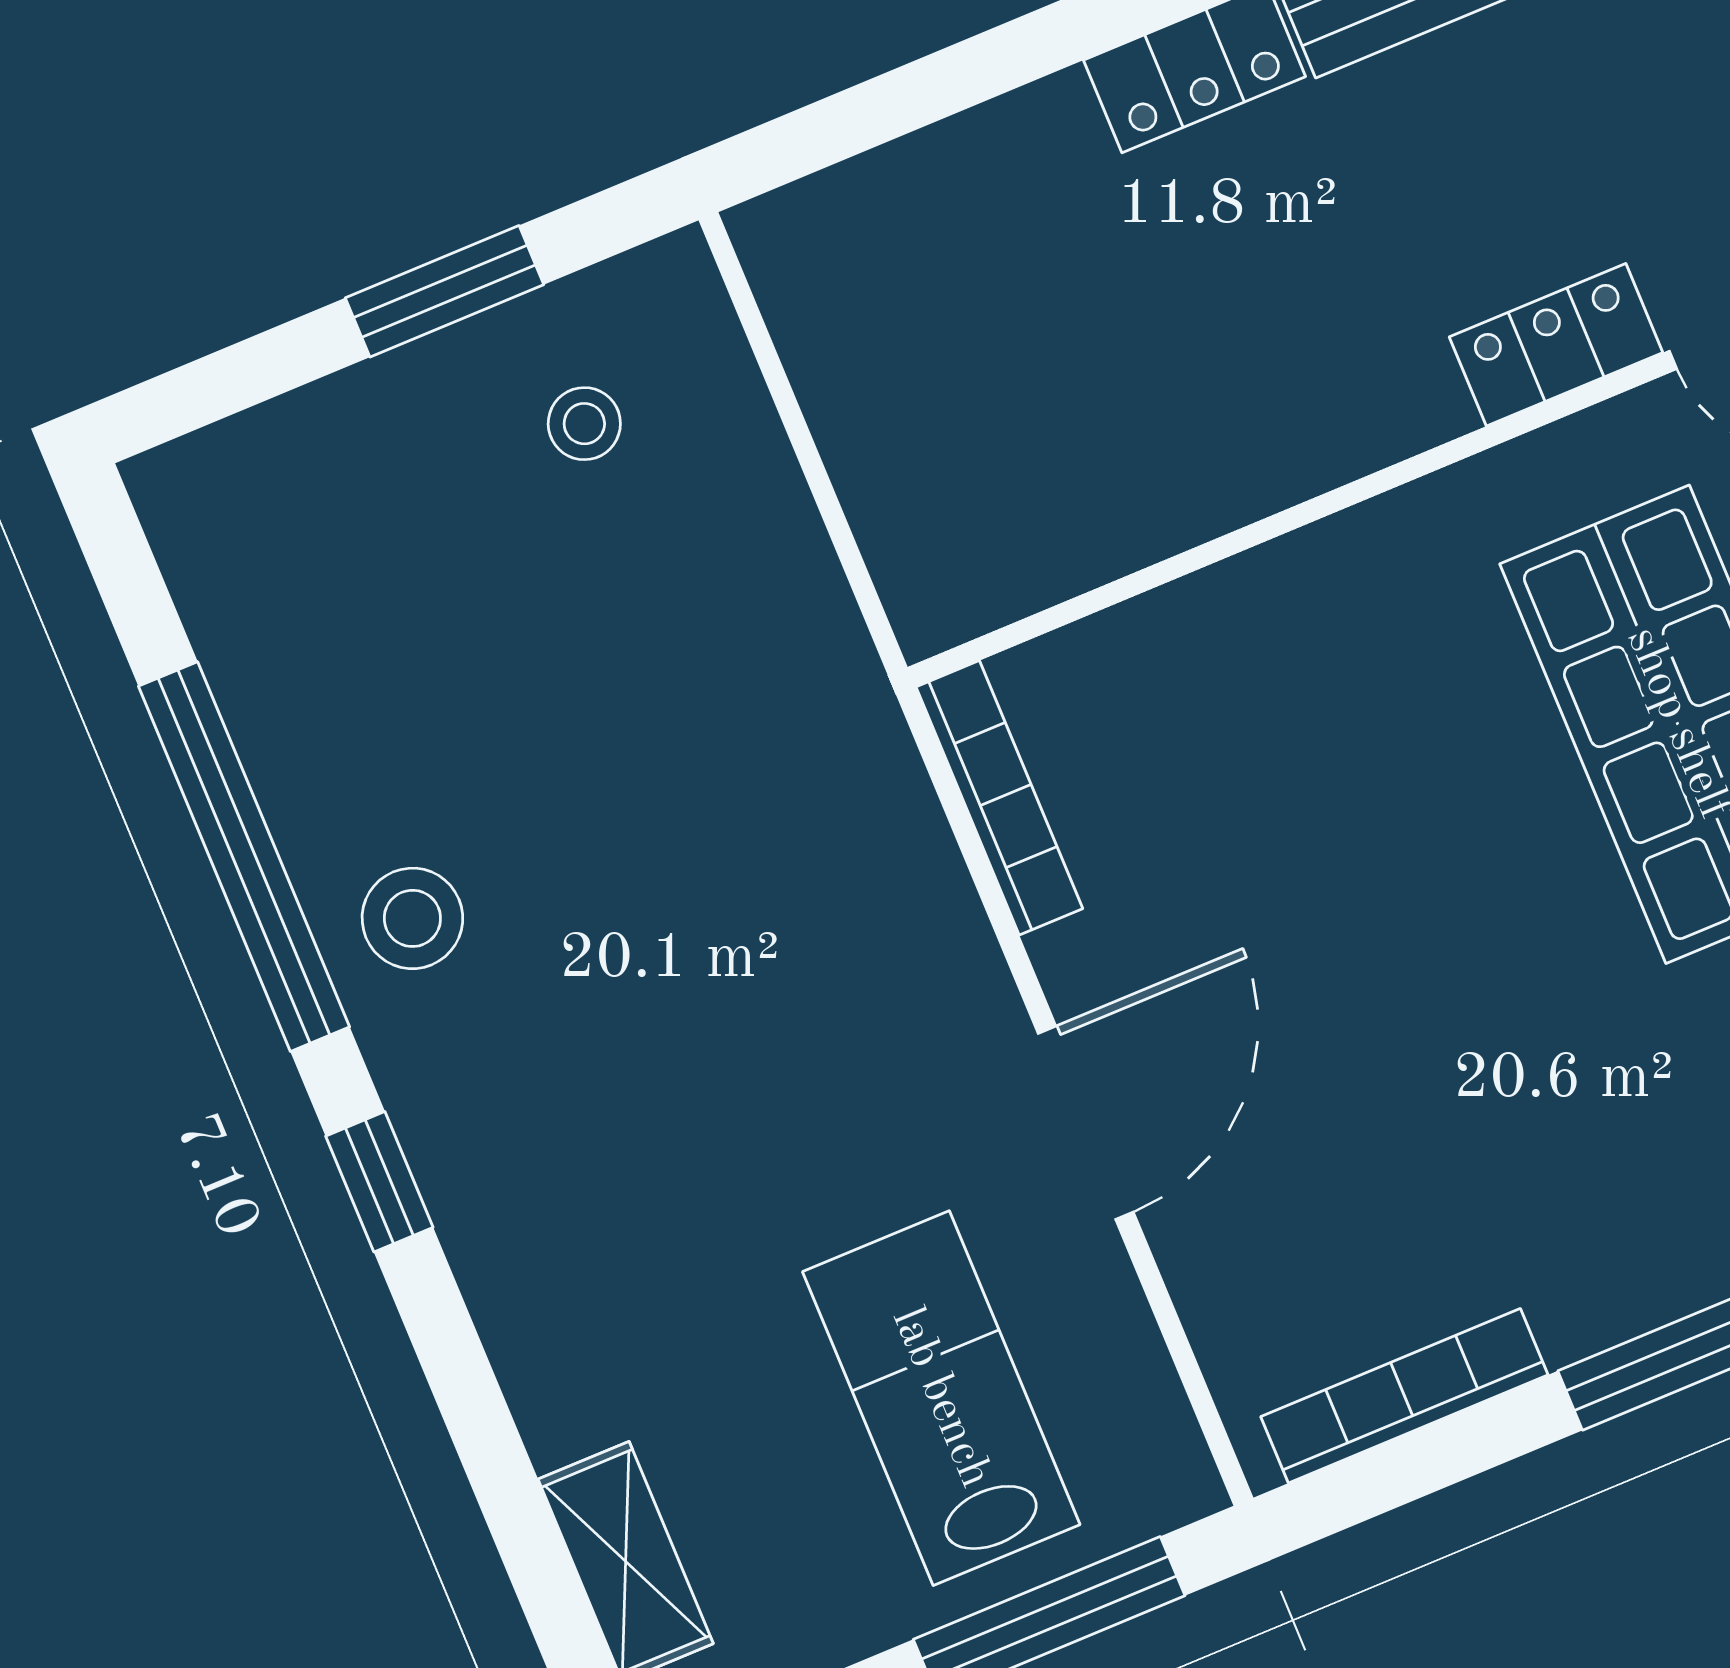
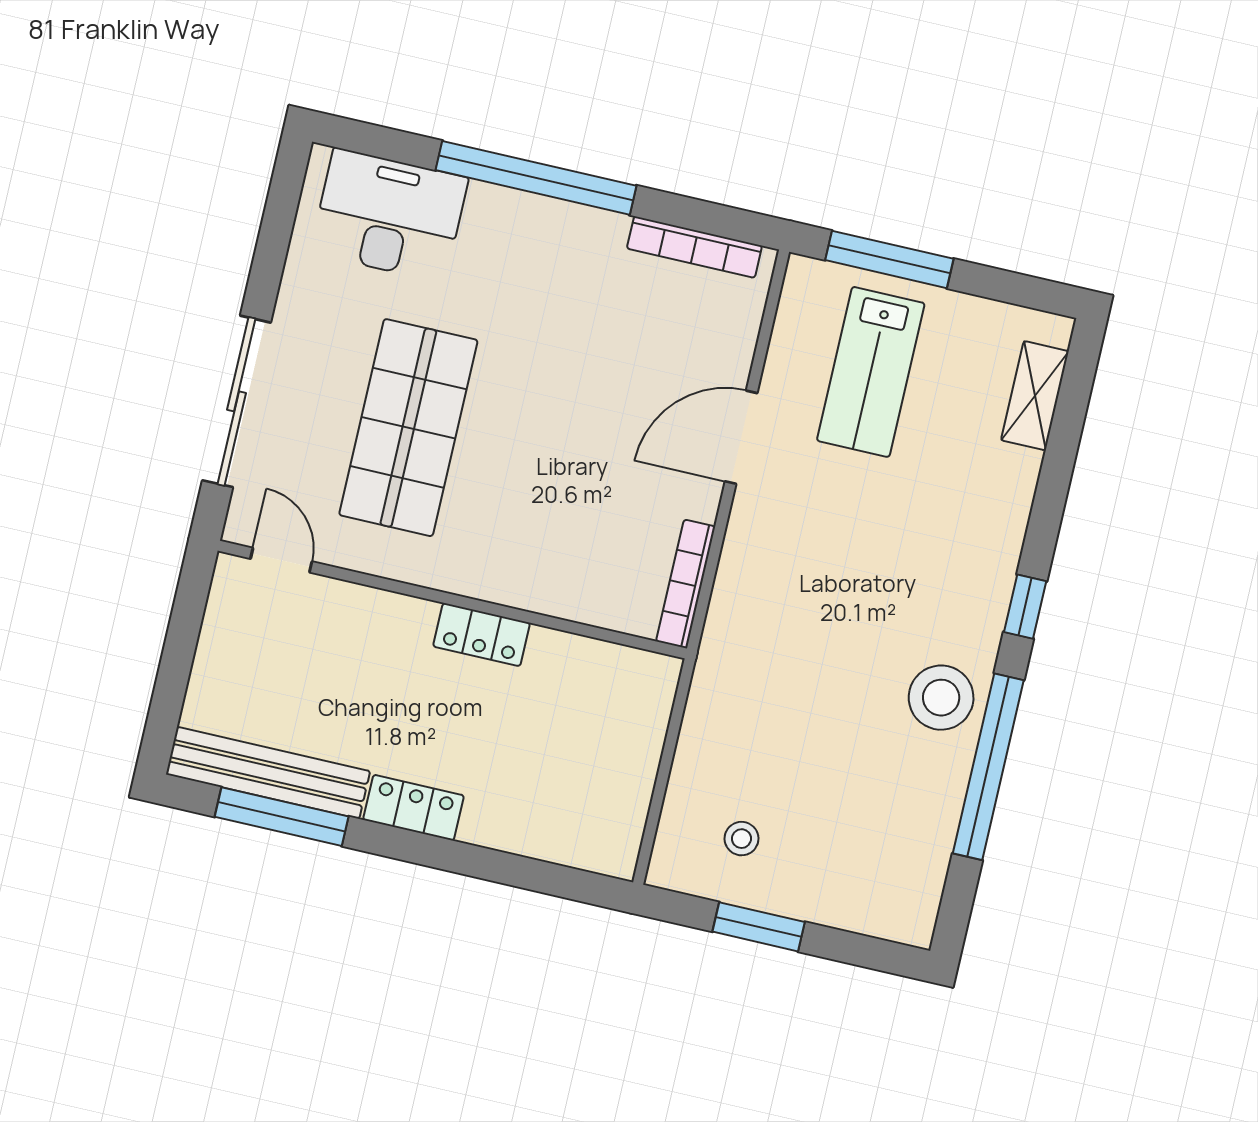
locker: (1556, 345) -> (482, 635), moved
stool: (412, 918) -> (941, 698), width x1.38, depth x1.38

